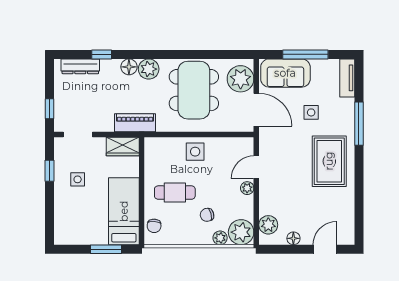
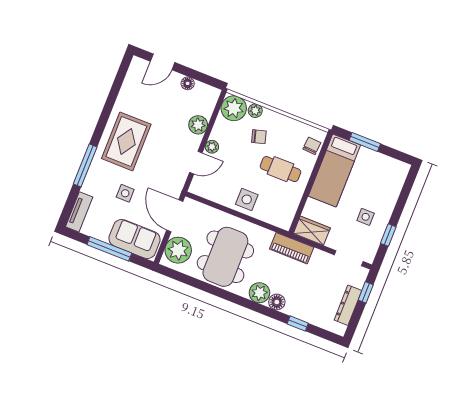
dresser: (80, 66) -> (348, 305), moved, turned -90
plant: (268, 225) -> (198, 125), moved

